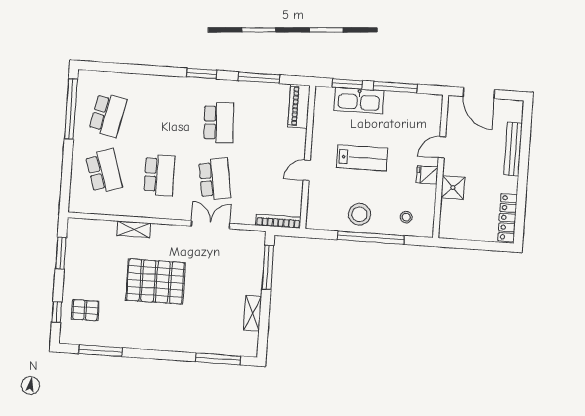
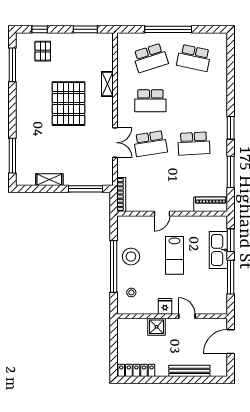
window: (71, 109) -> (168, 29), moved
door: (307, 170) -> (162, 214), swing flipped

